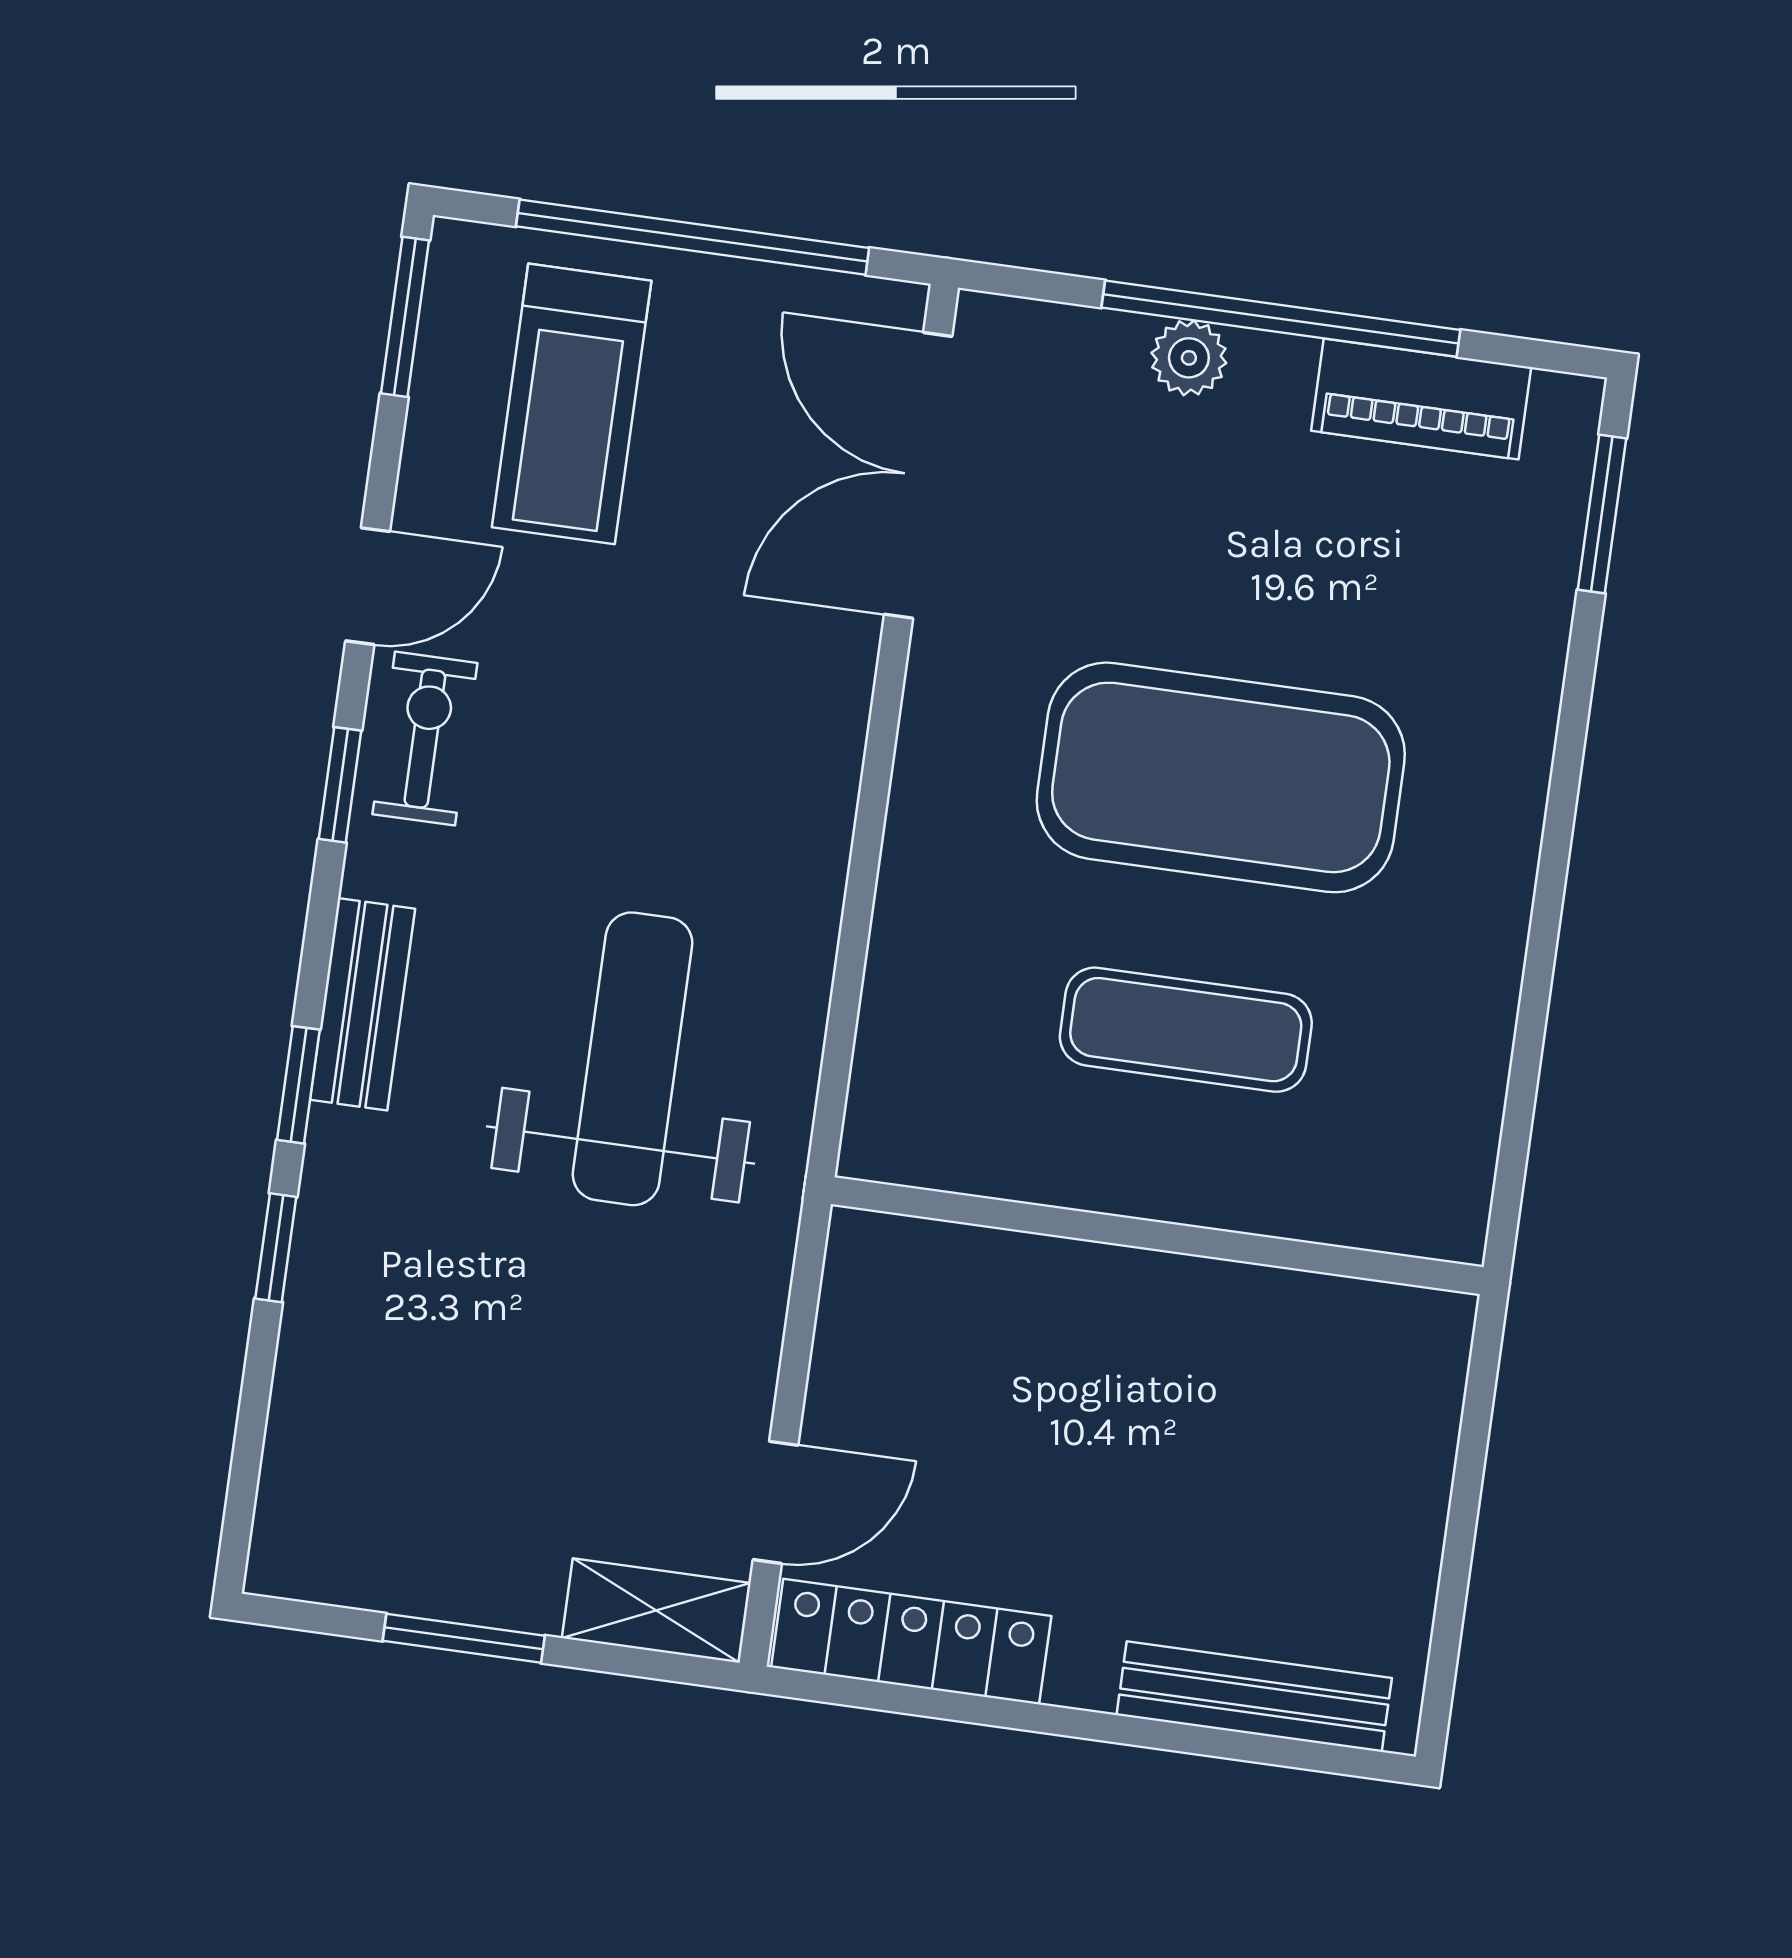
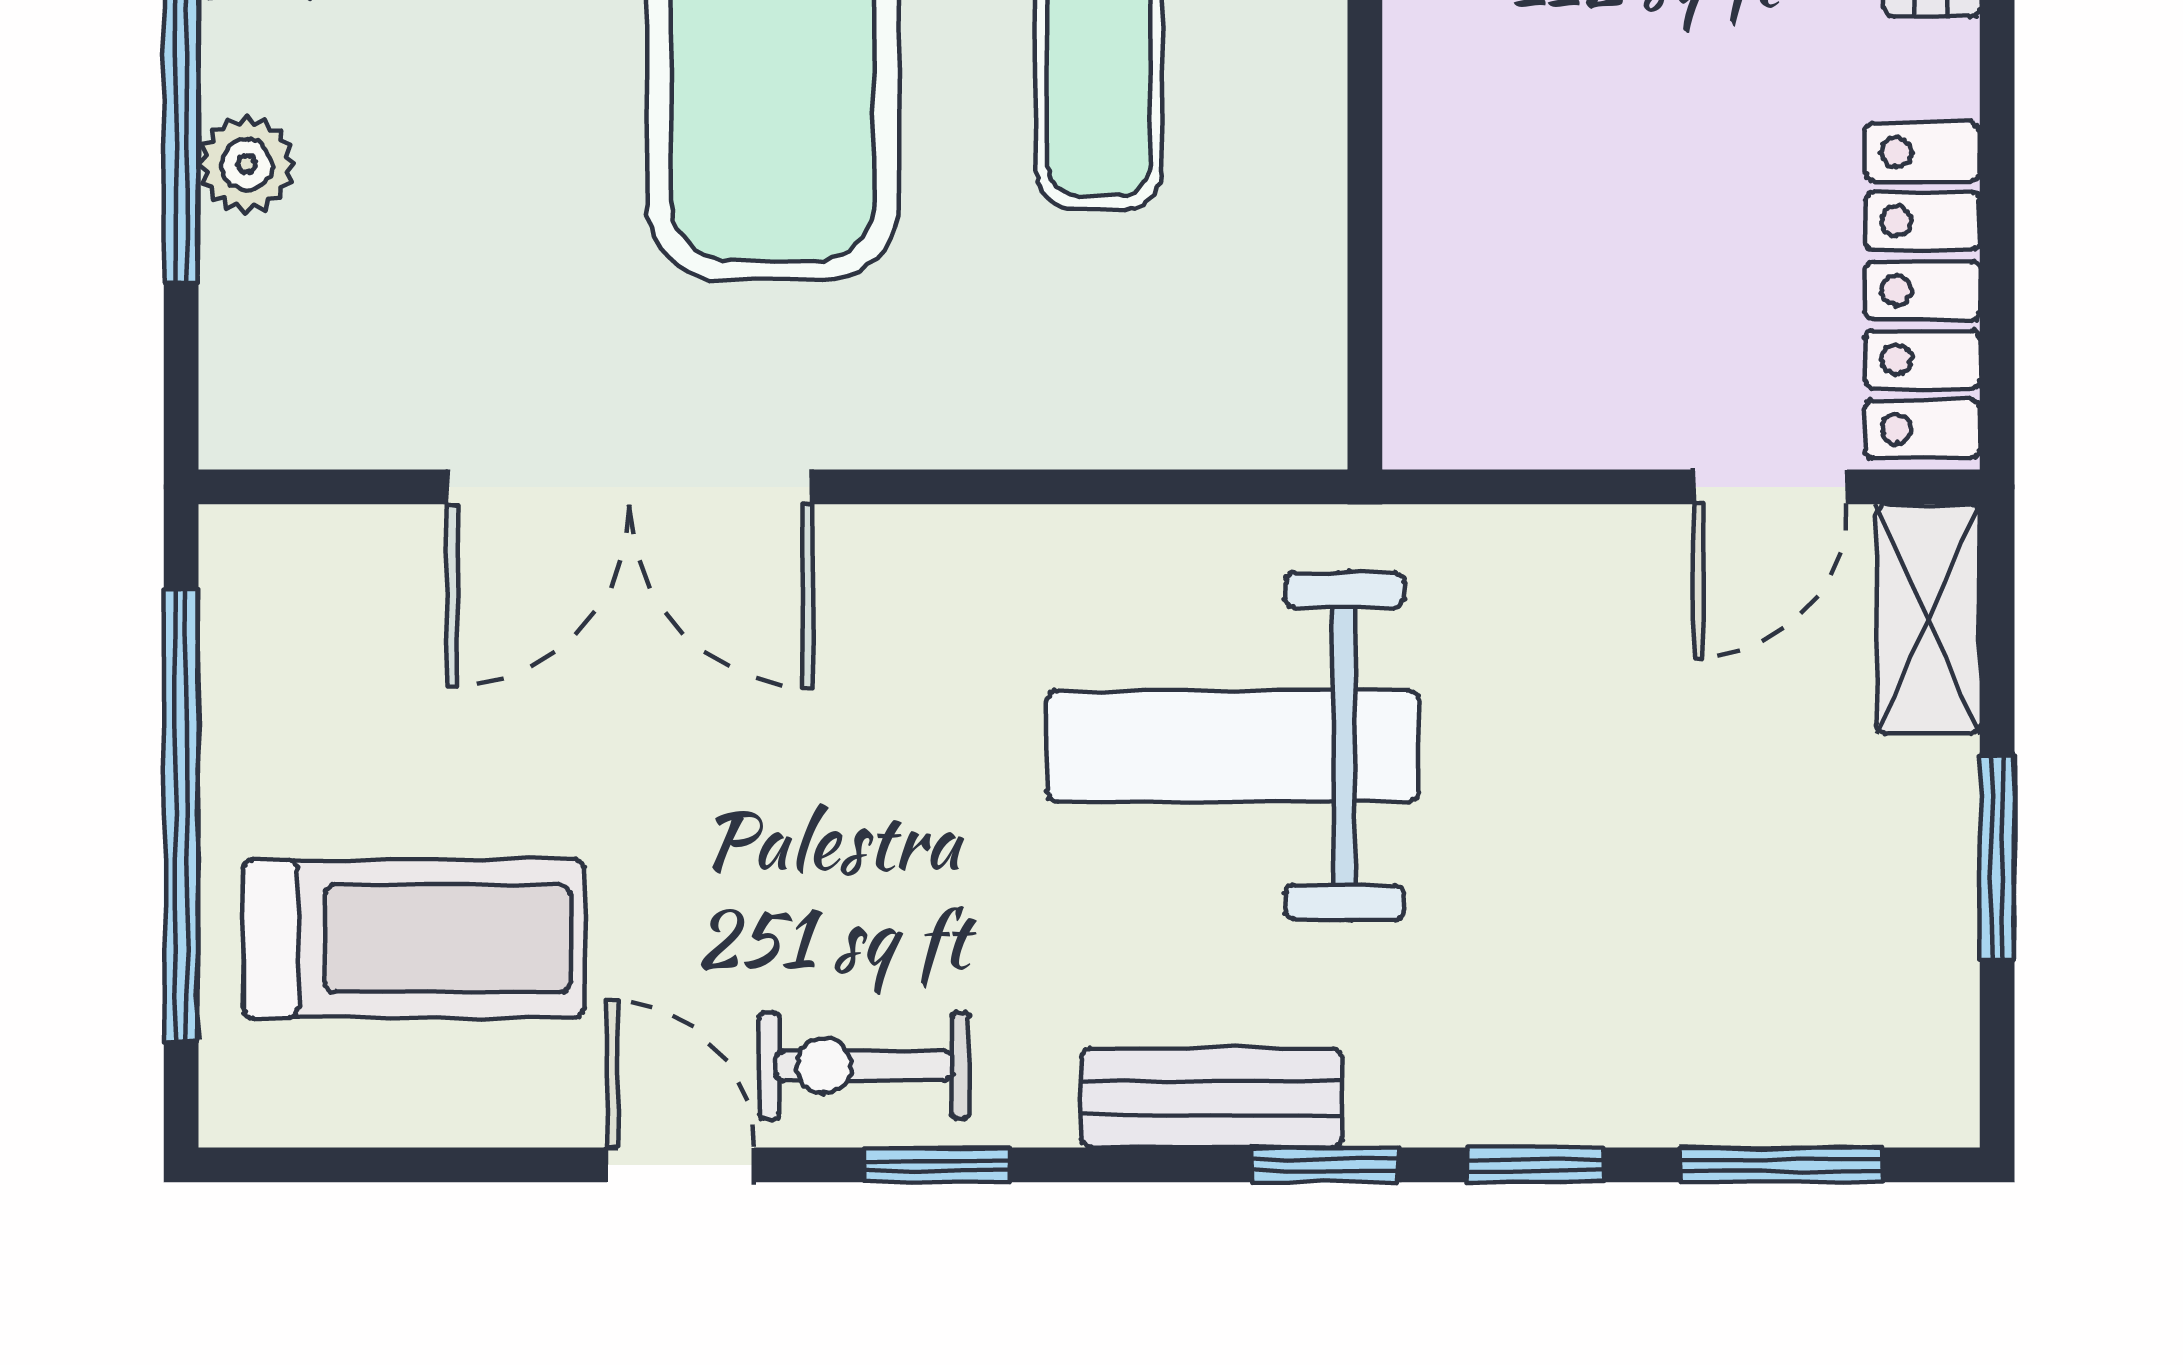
window: (405, 317) -> (1781, 1165), moved
double door: (918, 475) -> (630, 487), moved
door: (776, 1502) -> (1770, 487), swing flipped

